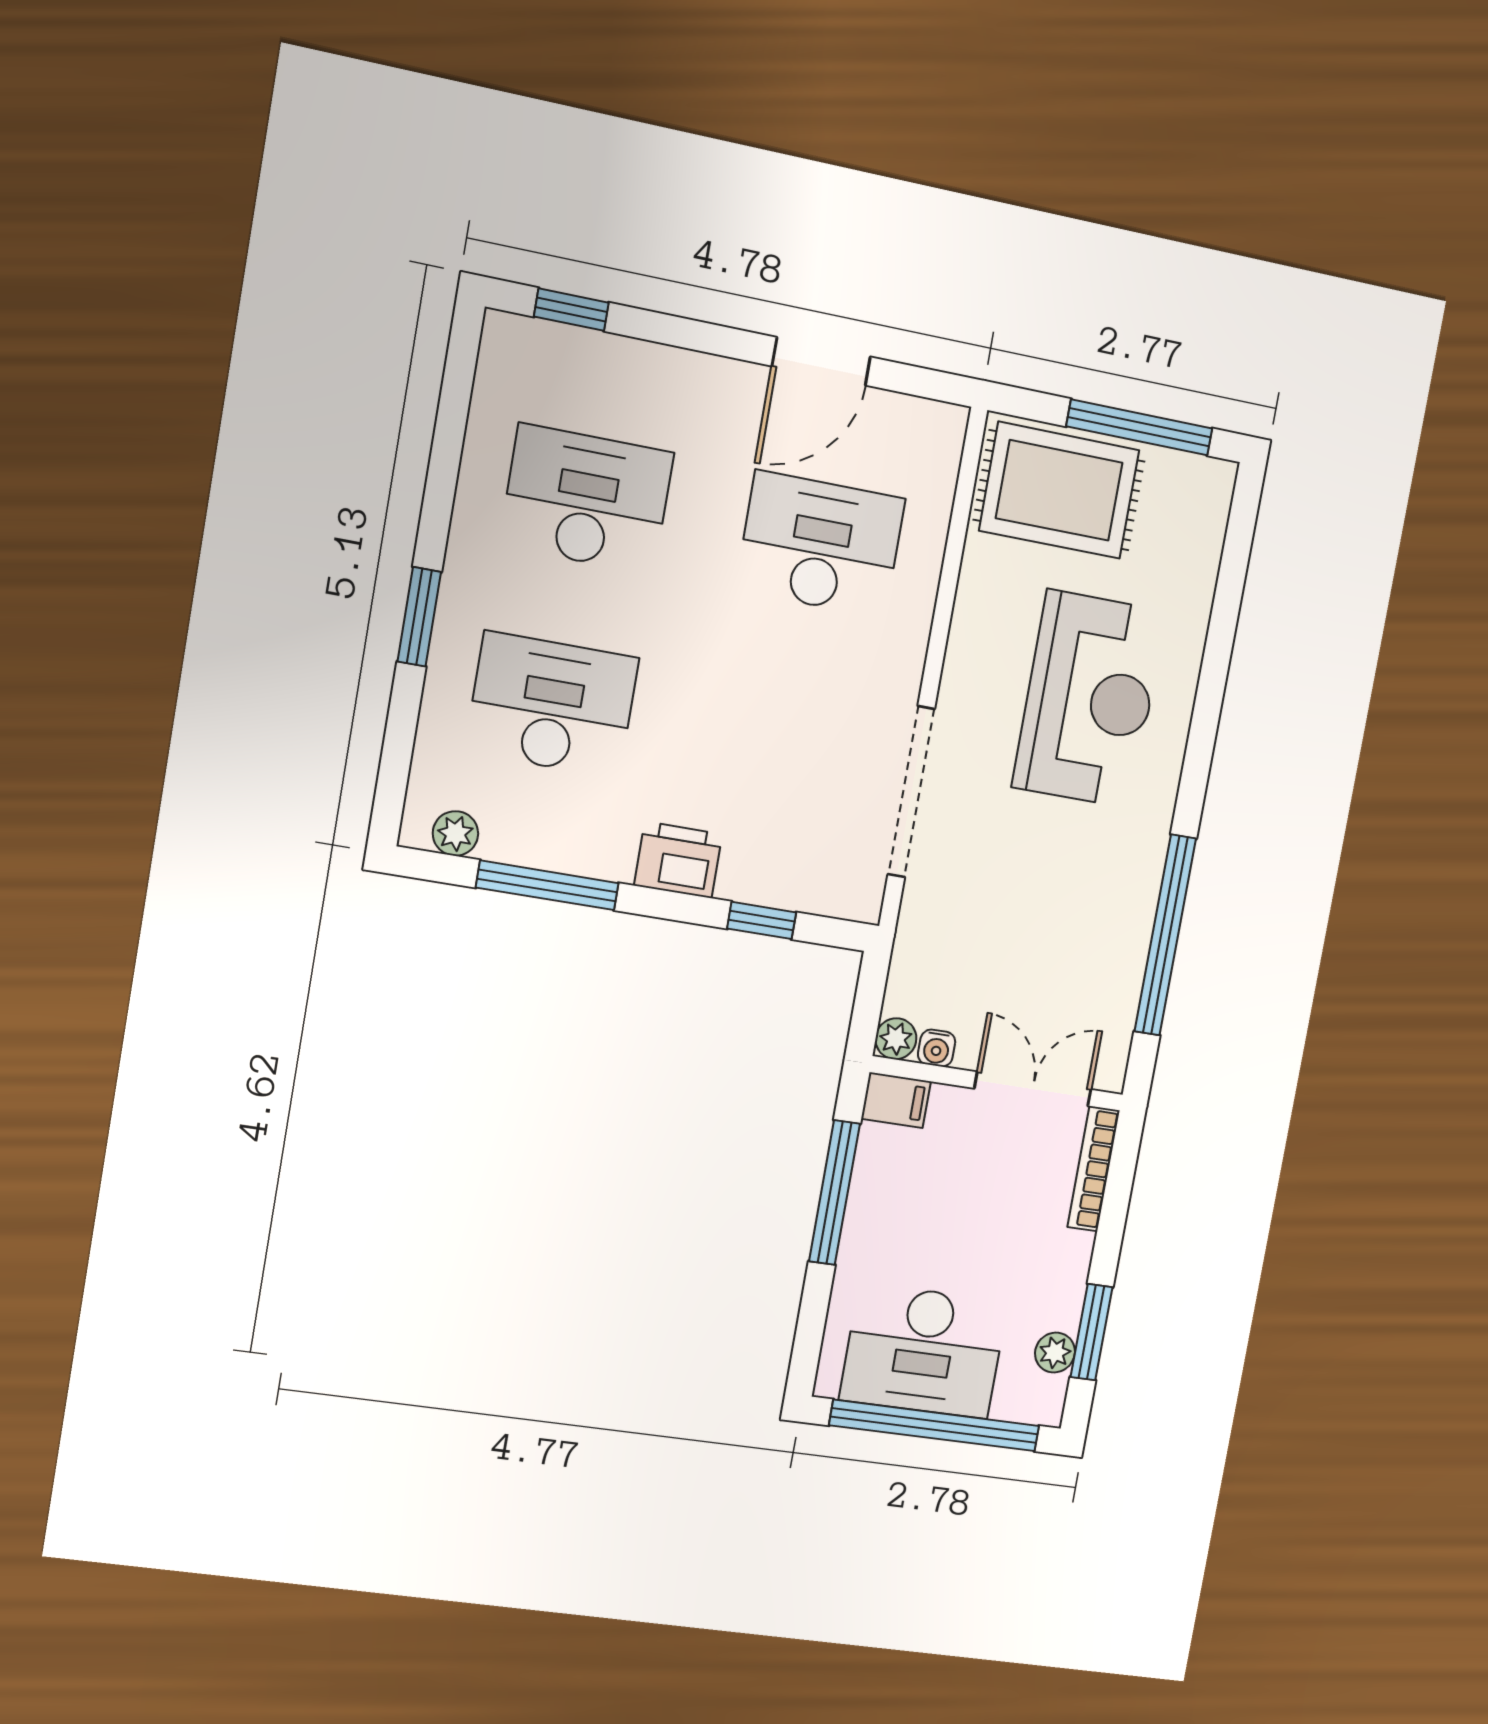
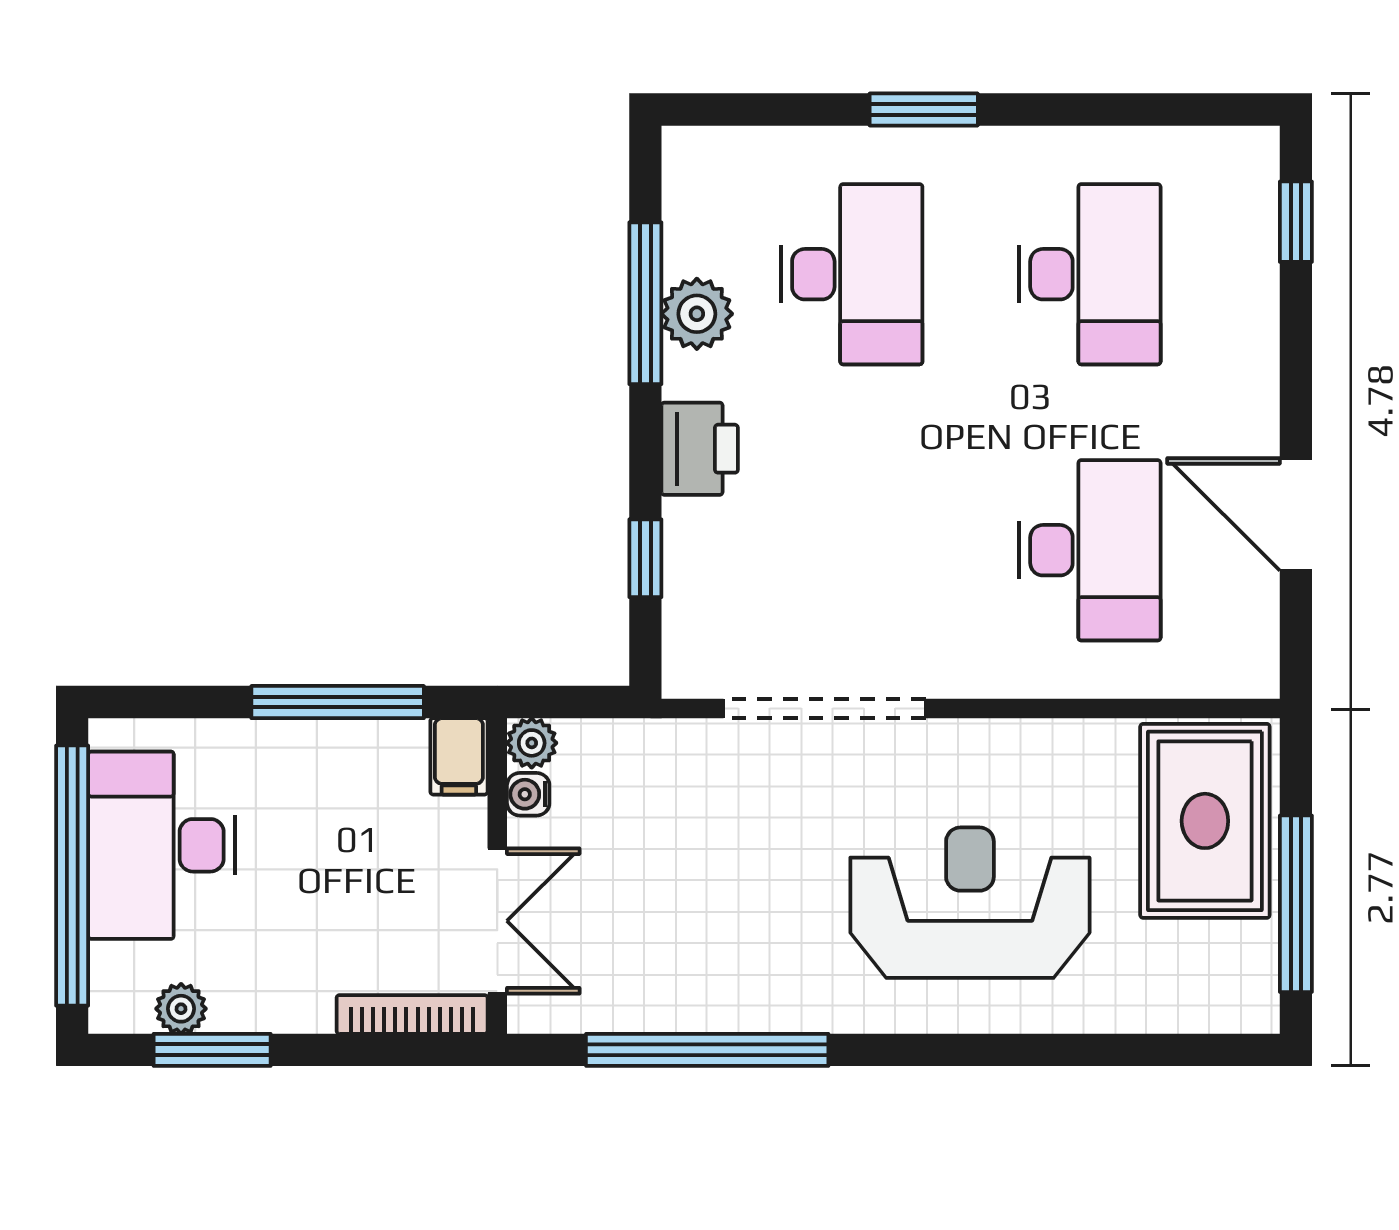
reception desk: (1089, 699) -> (970, 903), turned 180
plant: (455, 833) -> (697, 314), moved, width x1.38, depth x1.38

